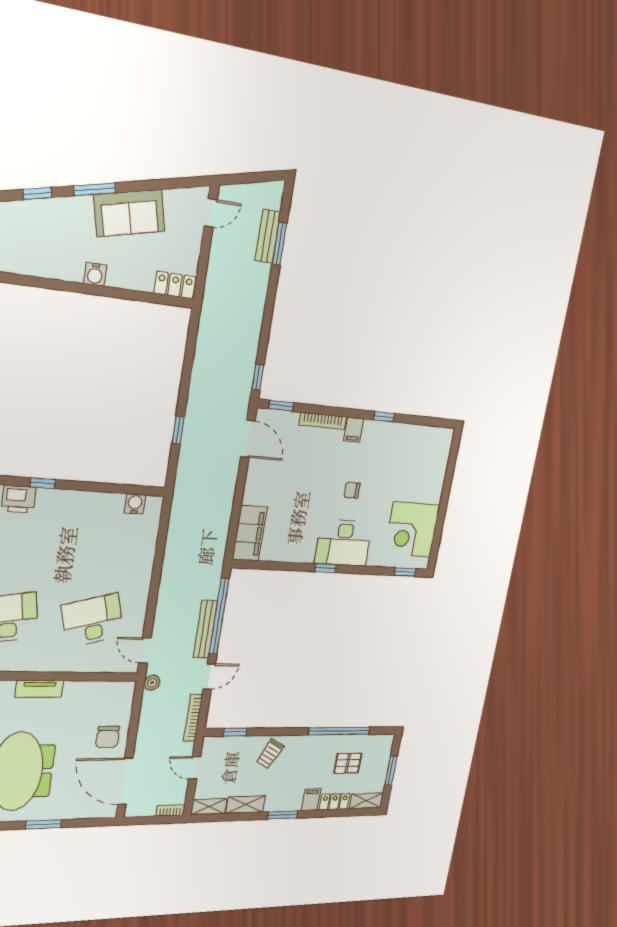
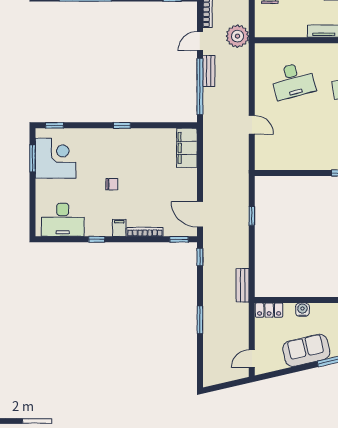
bench: (268, 236) -> (243, 285), moved
window: (279, 244) -> (200, 320), moved
water cooler: (95, 274) -> (302, 310), moved
water cooler: (135, 504) -> (275, 163), removed
window: (438, 531) -> (33, 158), added
desk: (344, 543) -> (63, 220), moved, turned 180
bench: (205, 629) -> (209, 71), width x0.73
door: (145, 651) -> (252, 125), moved
plant: (152, 683) -> (237, 36), width x1.87, depth x1.87

